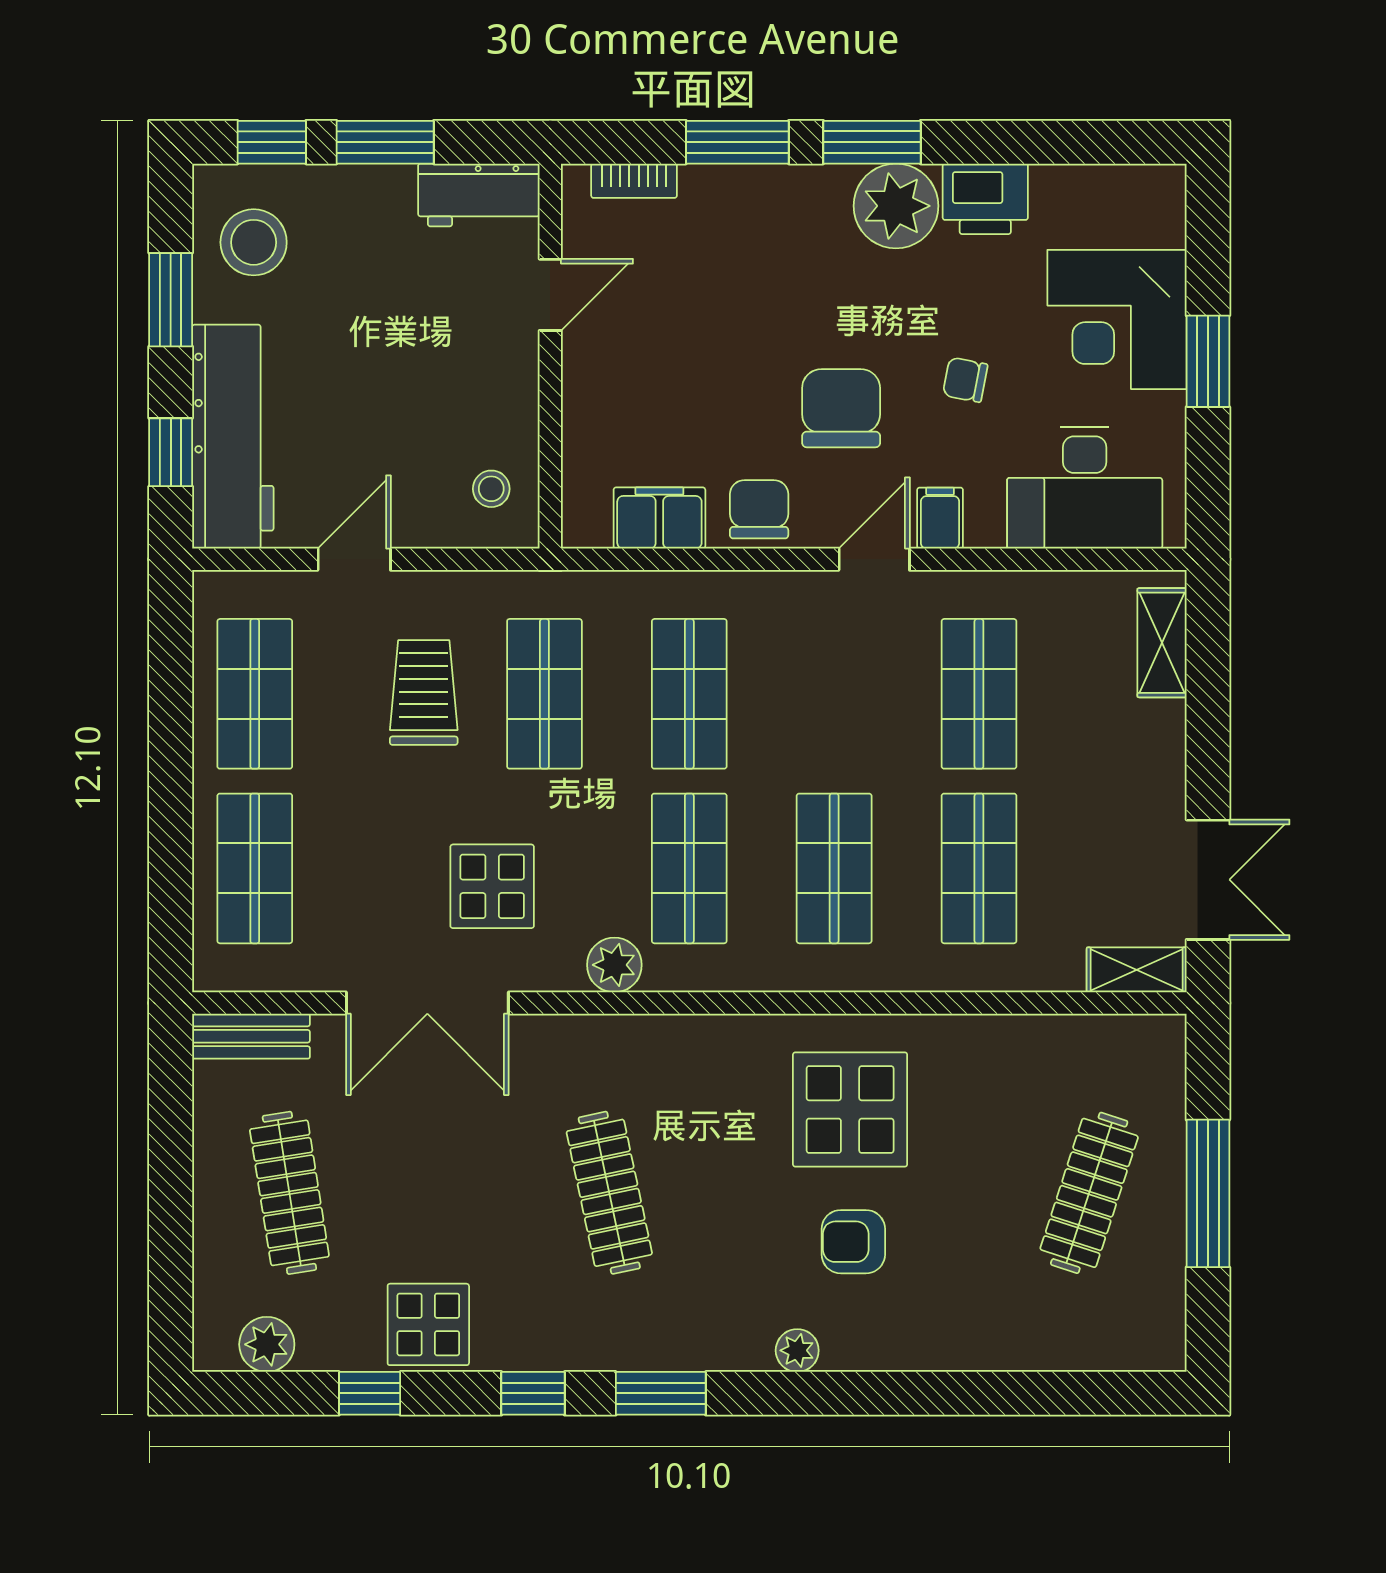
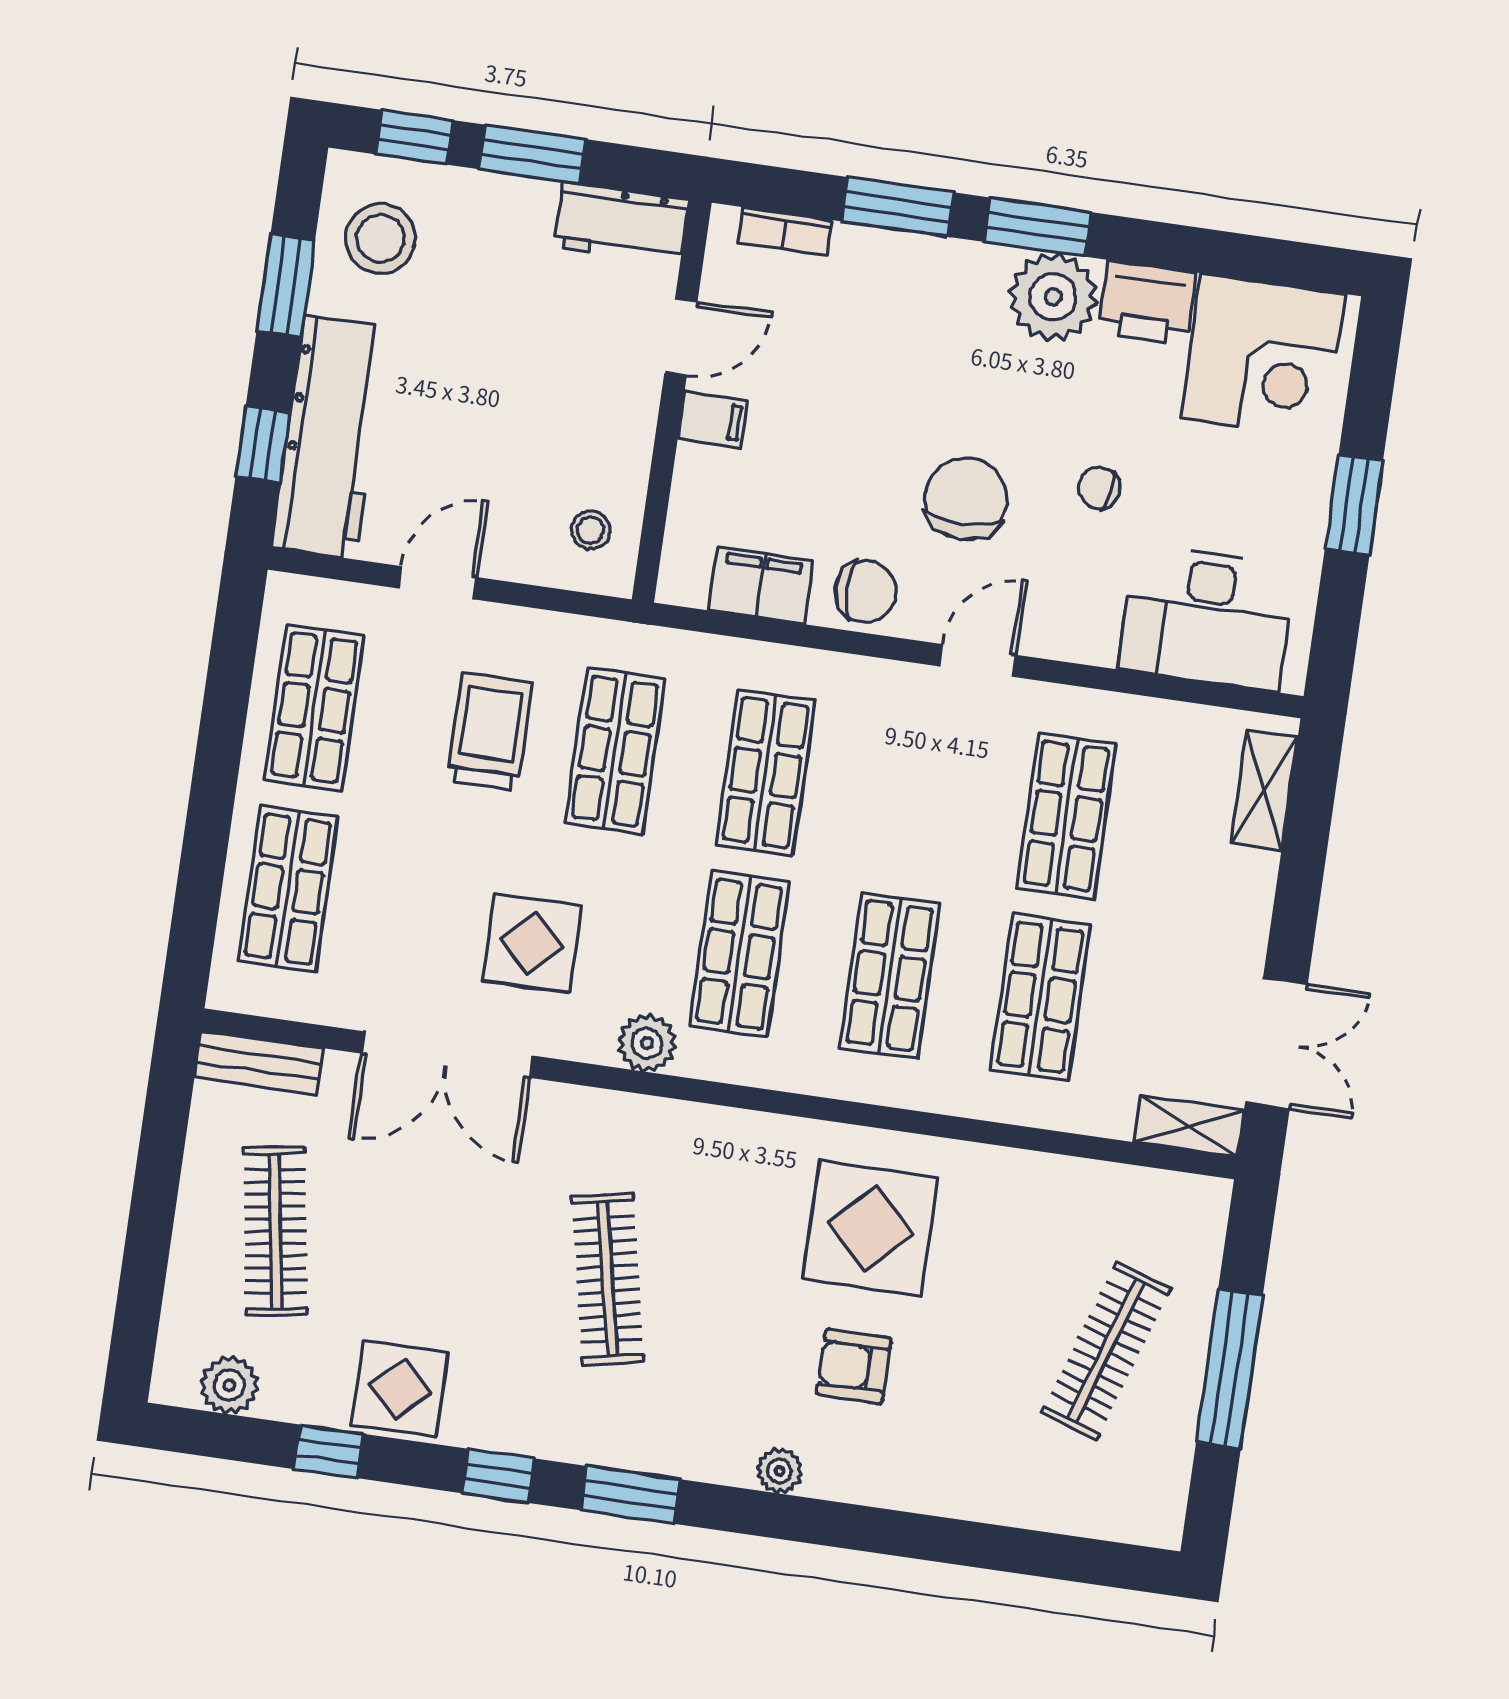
corner desk: (1117, 319) -> (1263, 356), moved, turned -90
chair: (759, 509) -> (866, 591), turned 90
filing cabinet: (940, 518) -> (713, 420), moved, turned 90

